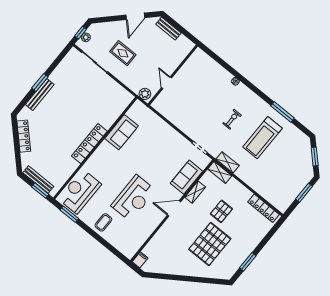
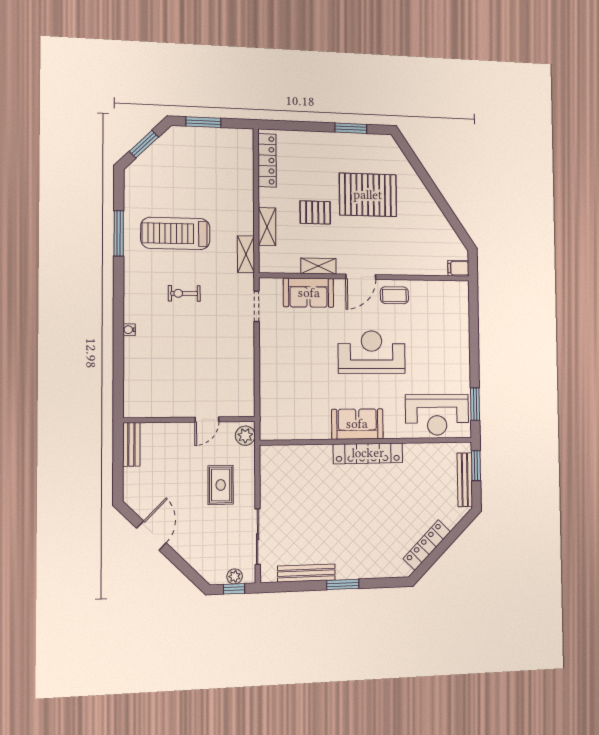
door: (135, 16) -> (151, 536), hinge flipped
bench: (168, 29) -> (131, 444), moved
rug: (123, 53) -> (221, 485), moved
bench: (40, 95) -> (306, 573), moved
sofa: (122, 132) -> (357, 424), moved
treadmill: (263, 138) -> (175, 233), turned 180
shelving: (220, 172) -> (267, 227), moved
reception desk: (133, 198) -> (372, 352), moved
door: (174, 208) -> (361, 277), hinge flipped
coffee table: (103, 222) -> (394, 295), moved

